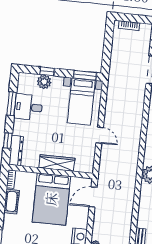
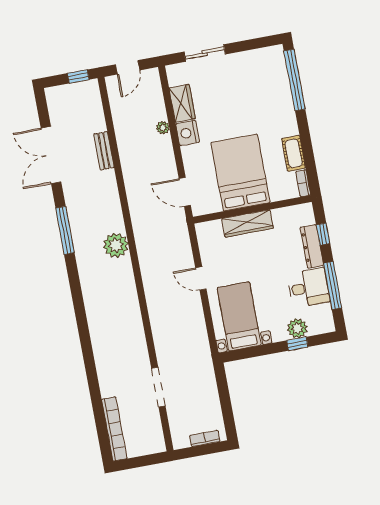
window: (85, 75) -> (245, 353), removed
window: (12, 104) -> (333, 286), width x1.44
dresser: (16, 151) -> (312, 246), moved
door: (93, 197) -> (185, 192), swing flipped

